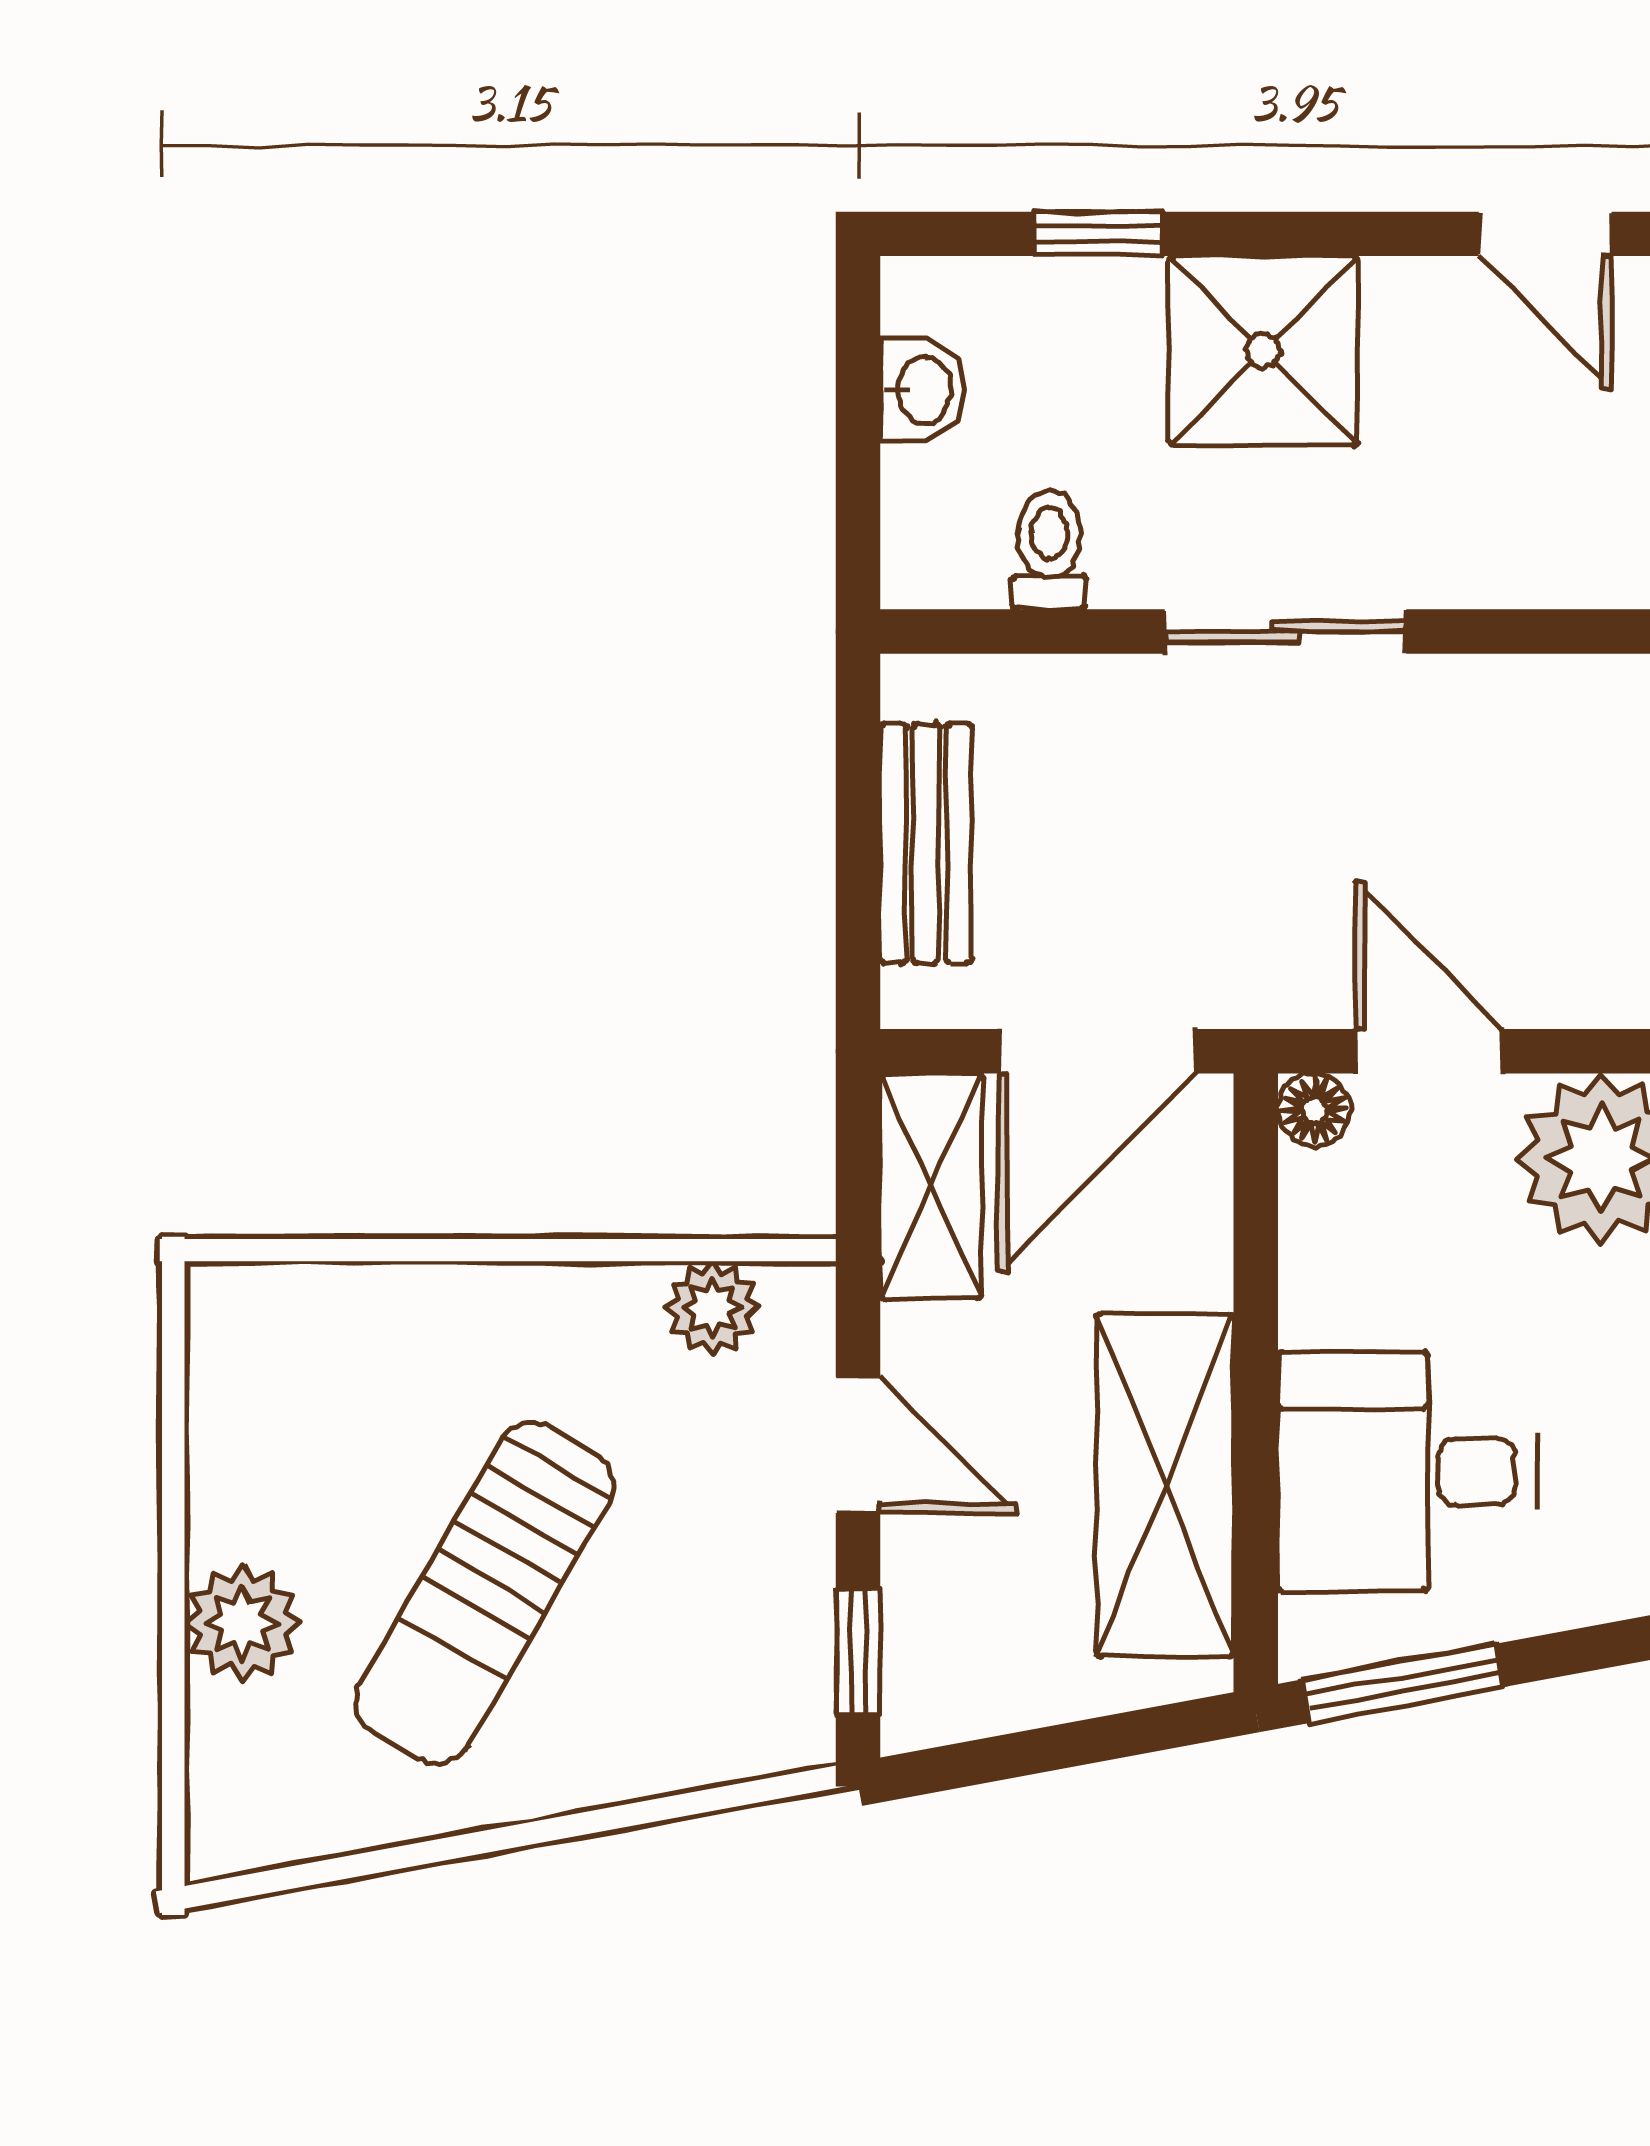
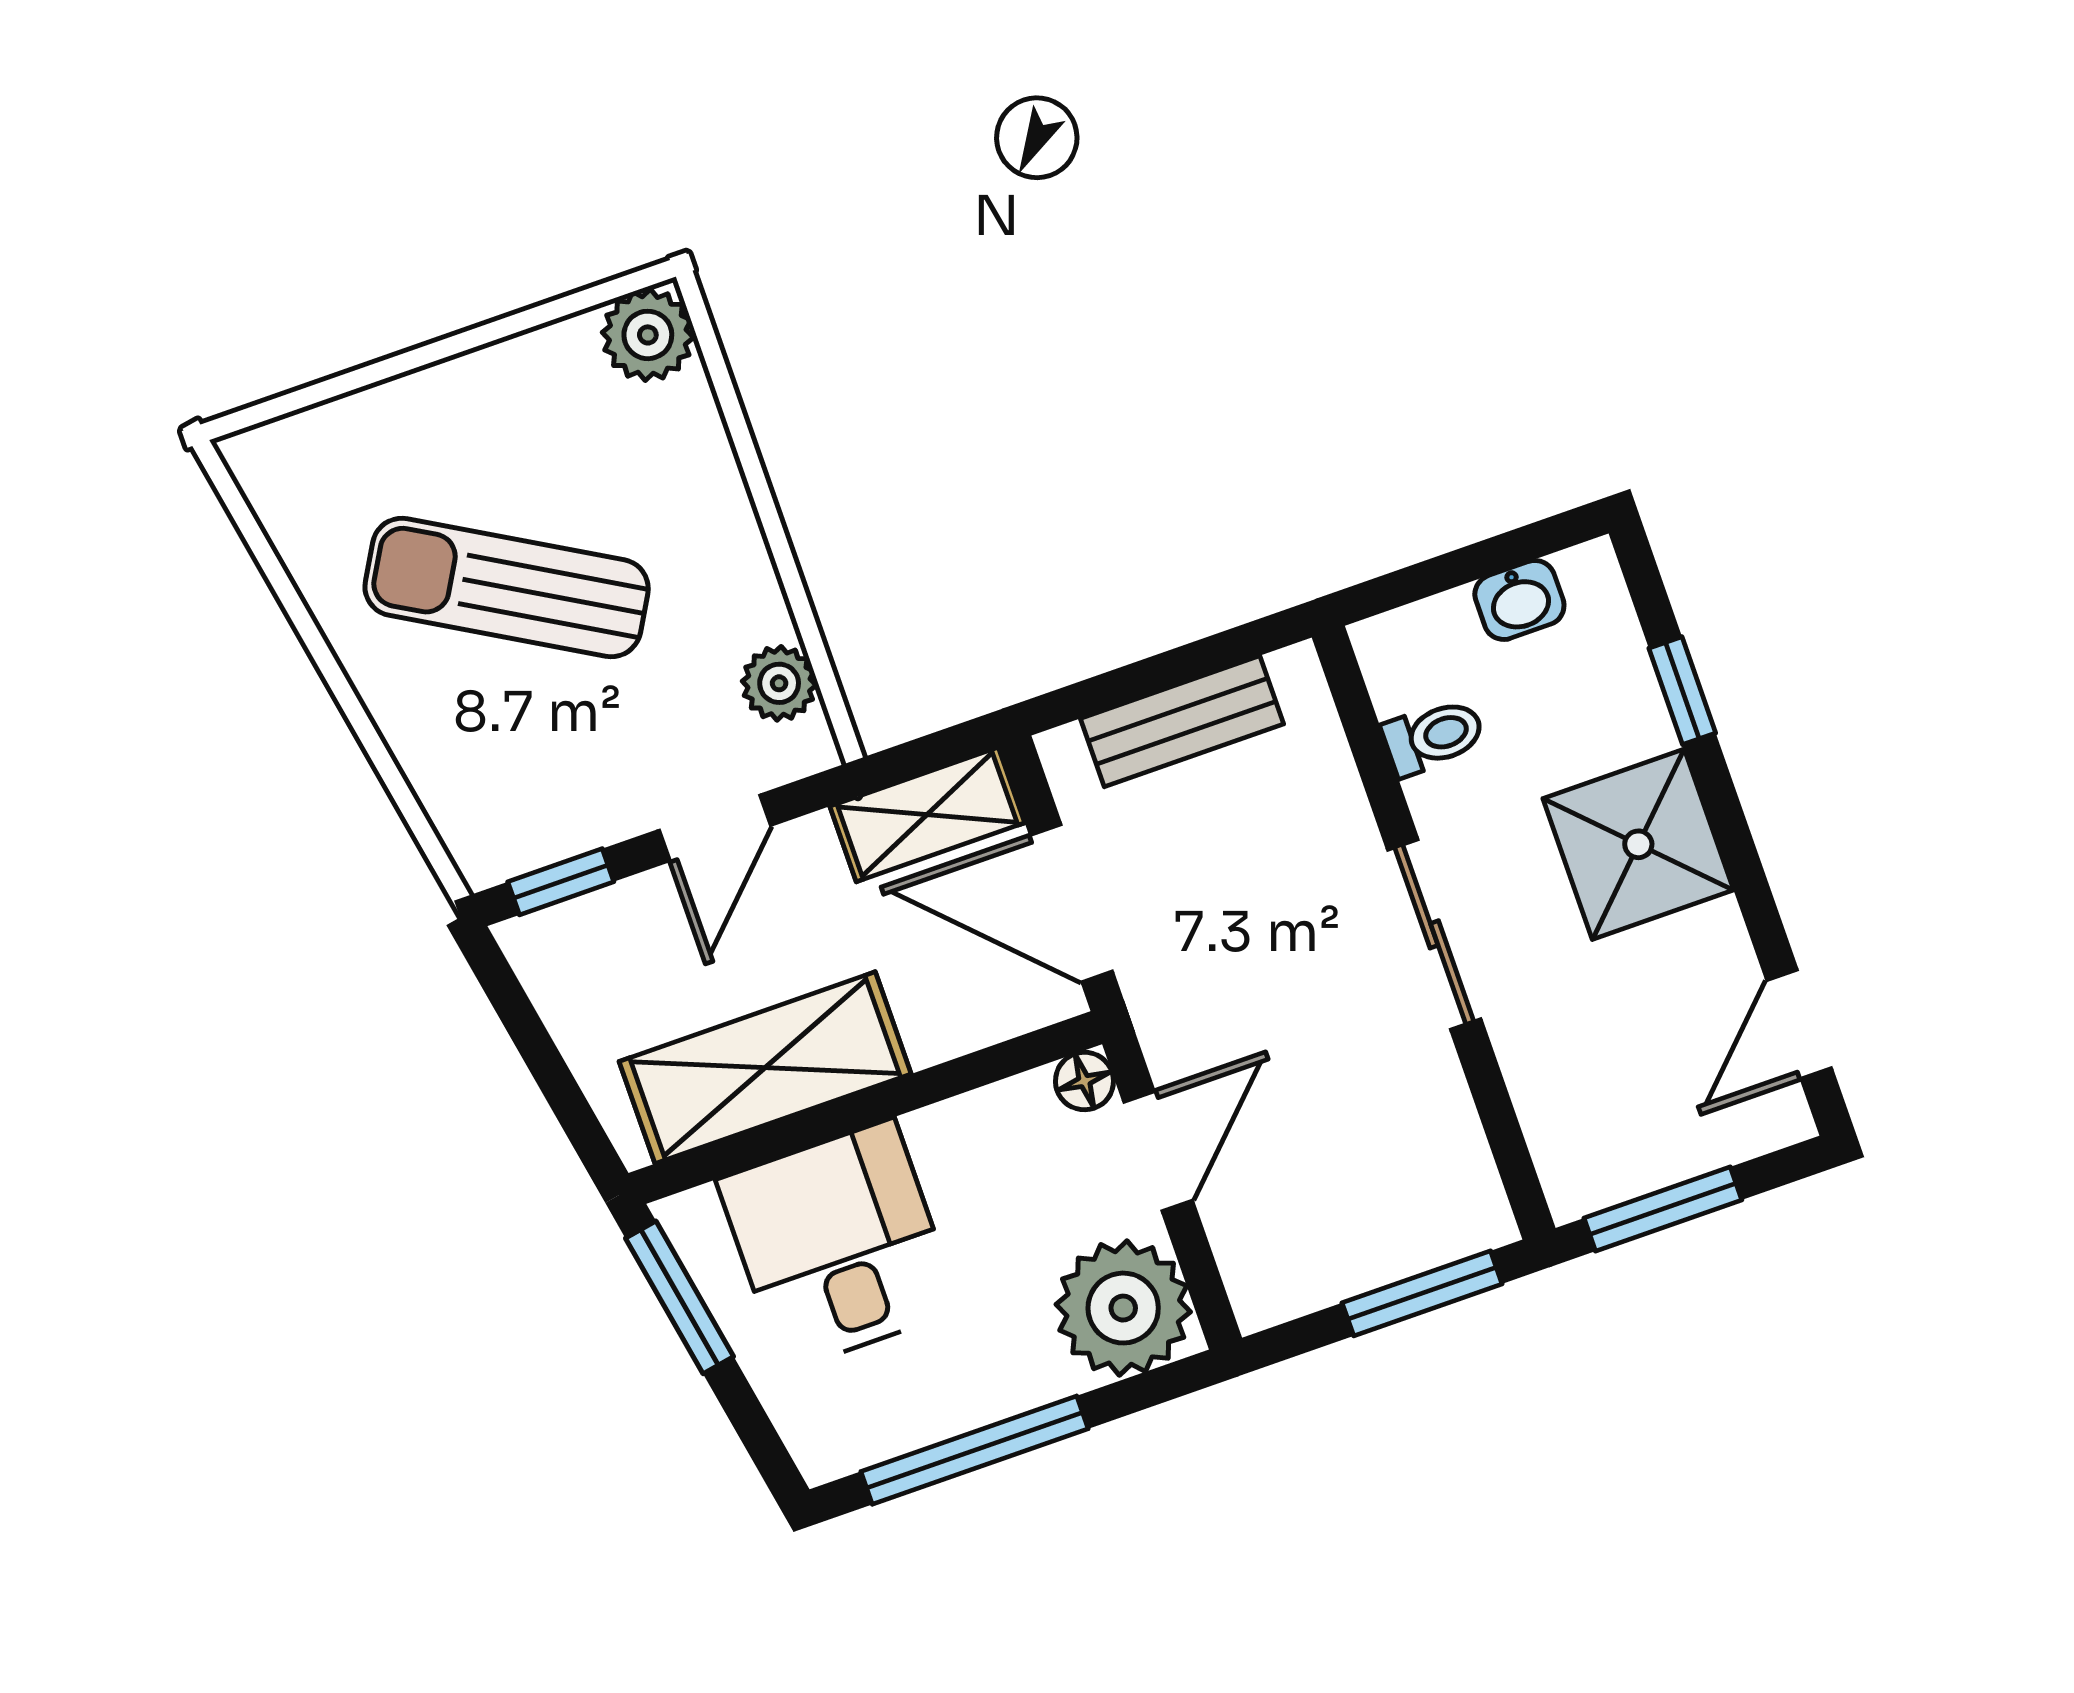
plant: (242, 1623) -> (648, 335), moved

